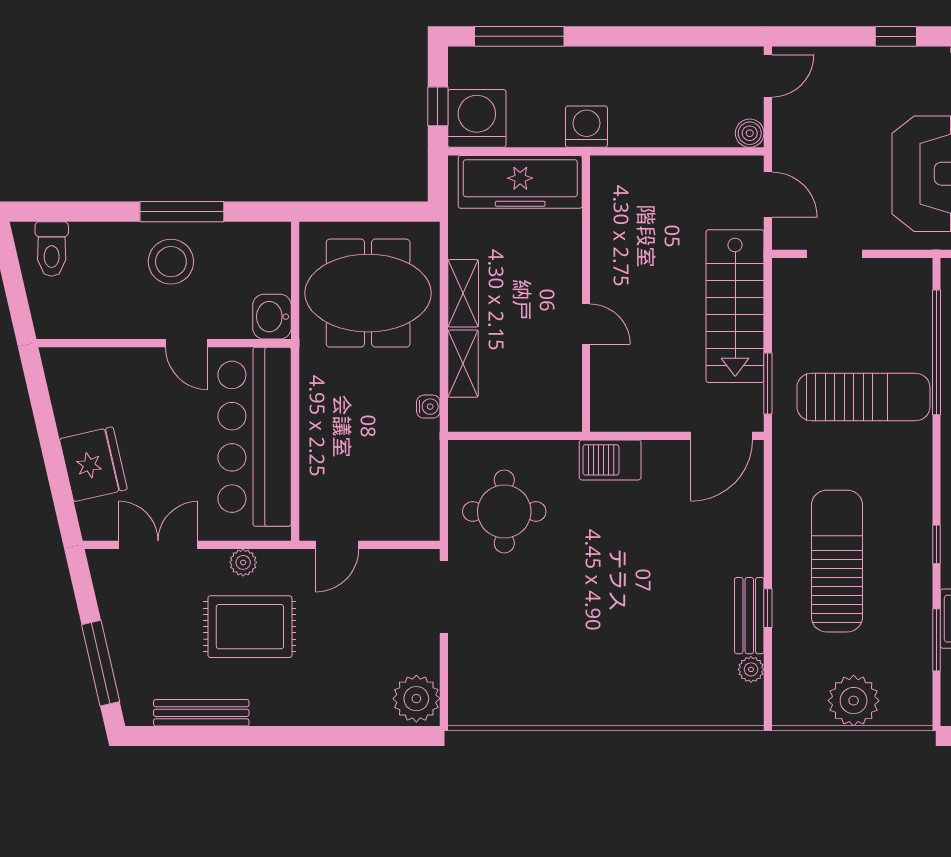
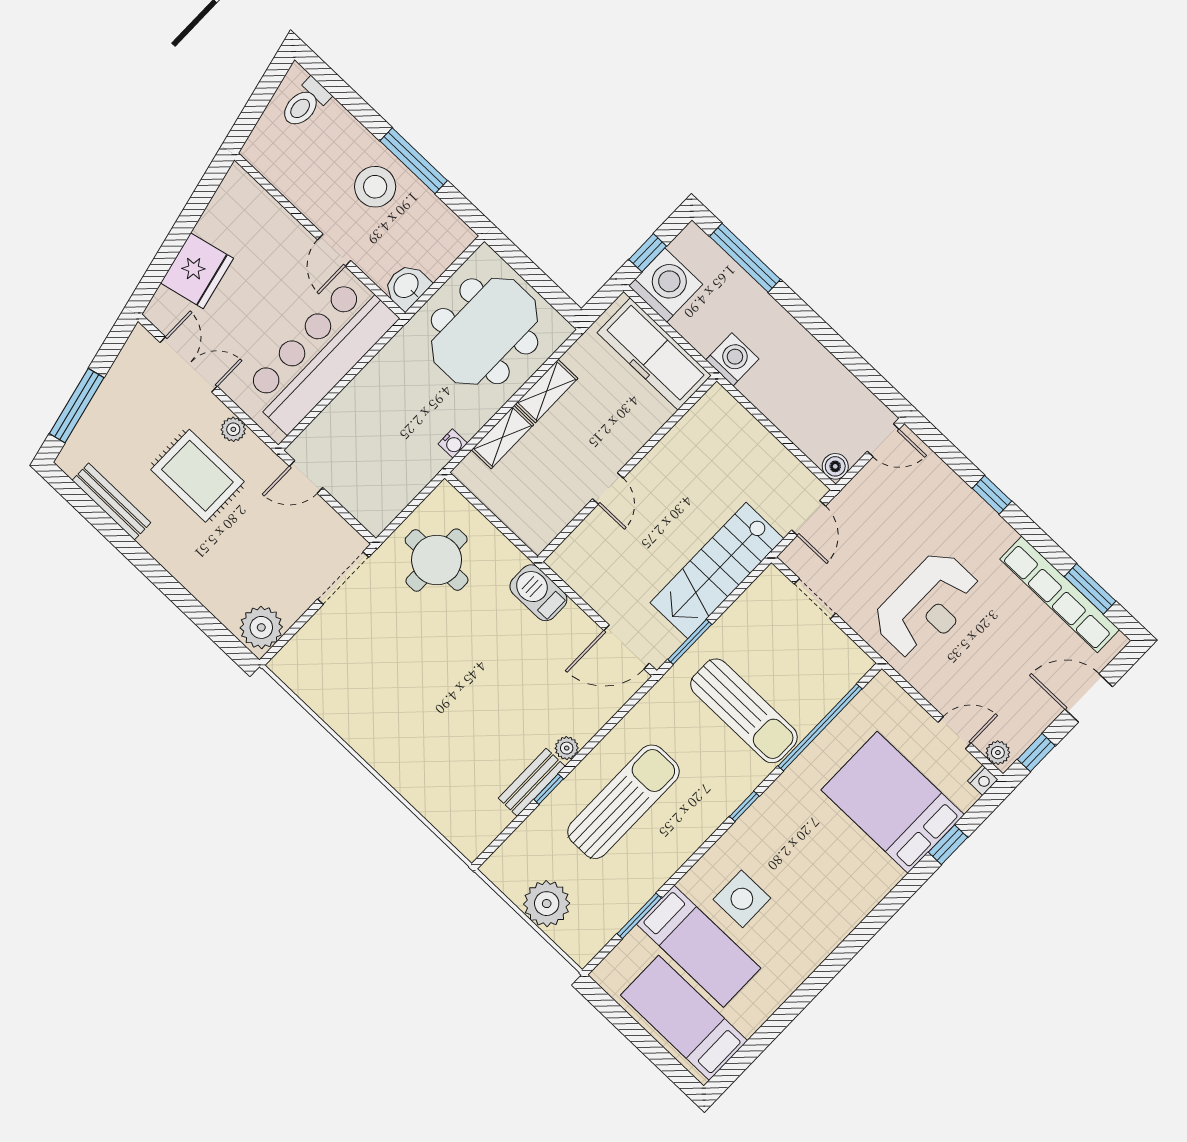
meeting table: (368, 293) -> (485, 331), turned 90
window: (937, 544) -> (744, 806), moved
plant: (751, 669) -> (567, 748), moved

